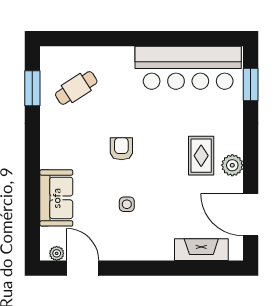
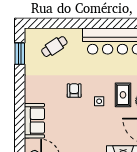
cafe table: (76, 88) -> (54, 47), moved
side table: (127, 204) -> (99, 101), moved

